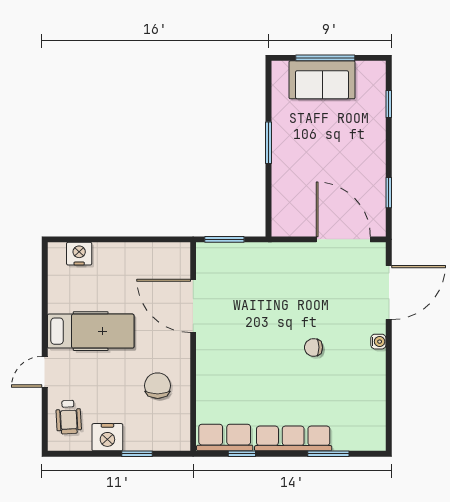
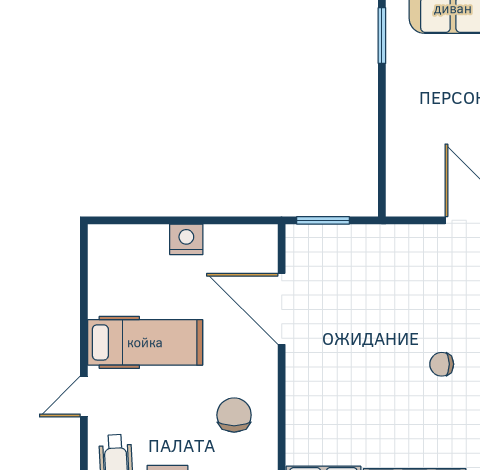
window: (269, 143) -> (382, 36), moved
nightstand: (79, 254) -> (186, 239), moved

